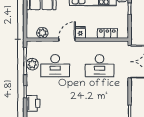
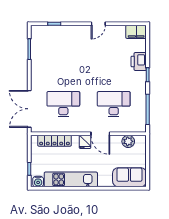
locker: (107, 33) -> (55, 141), width x1.53
door: (67, 40) -> (100, 134), hinge flipped
plant: (32, 64) -> (140, 106), removed

